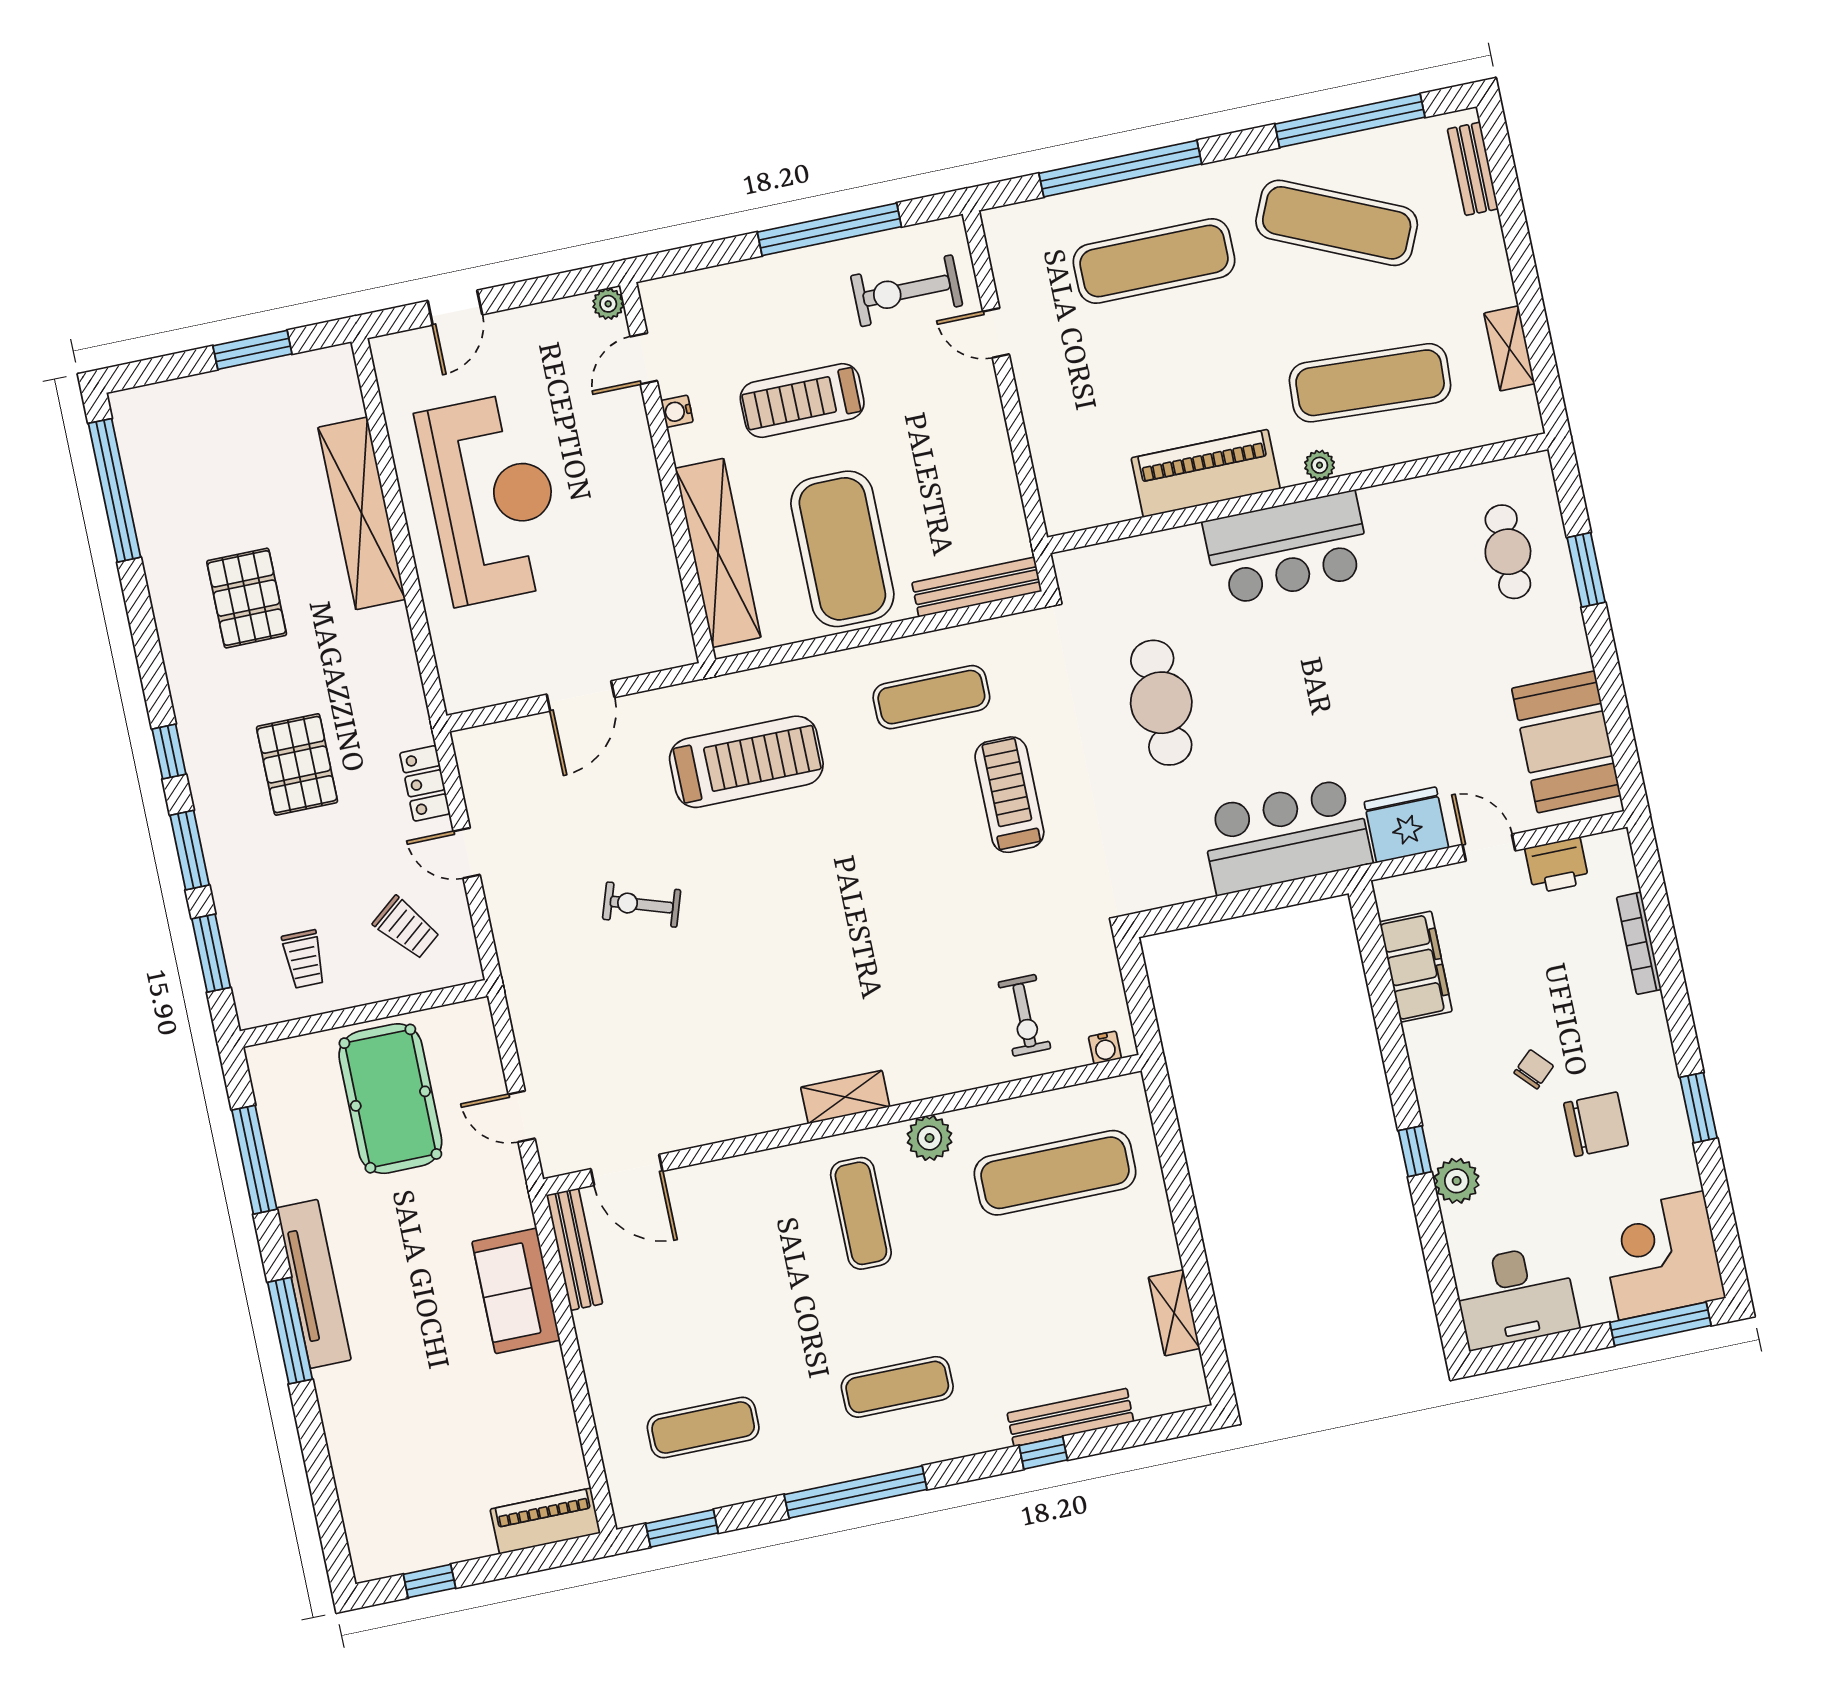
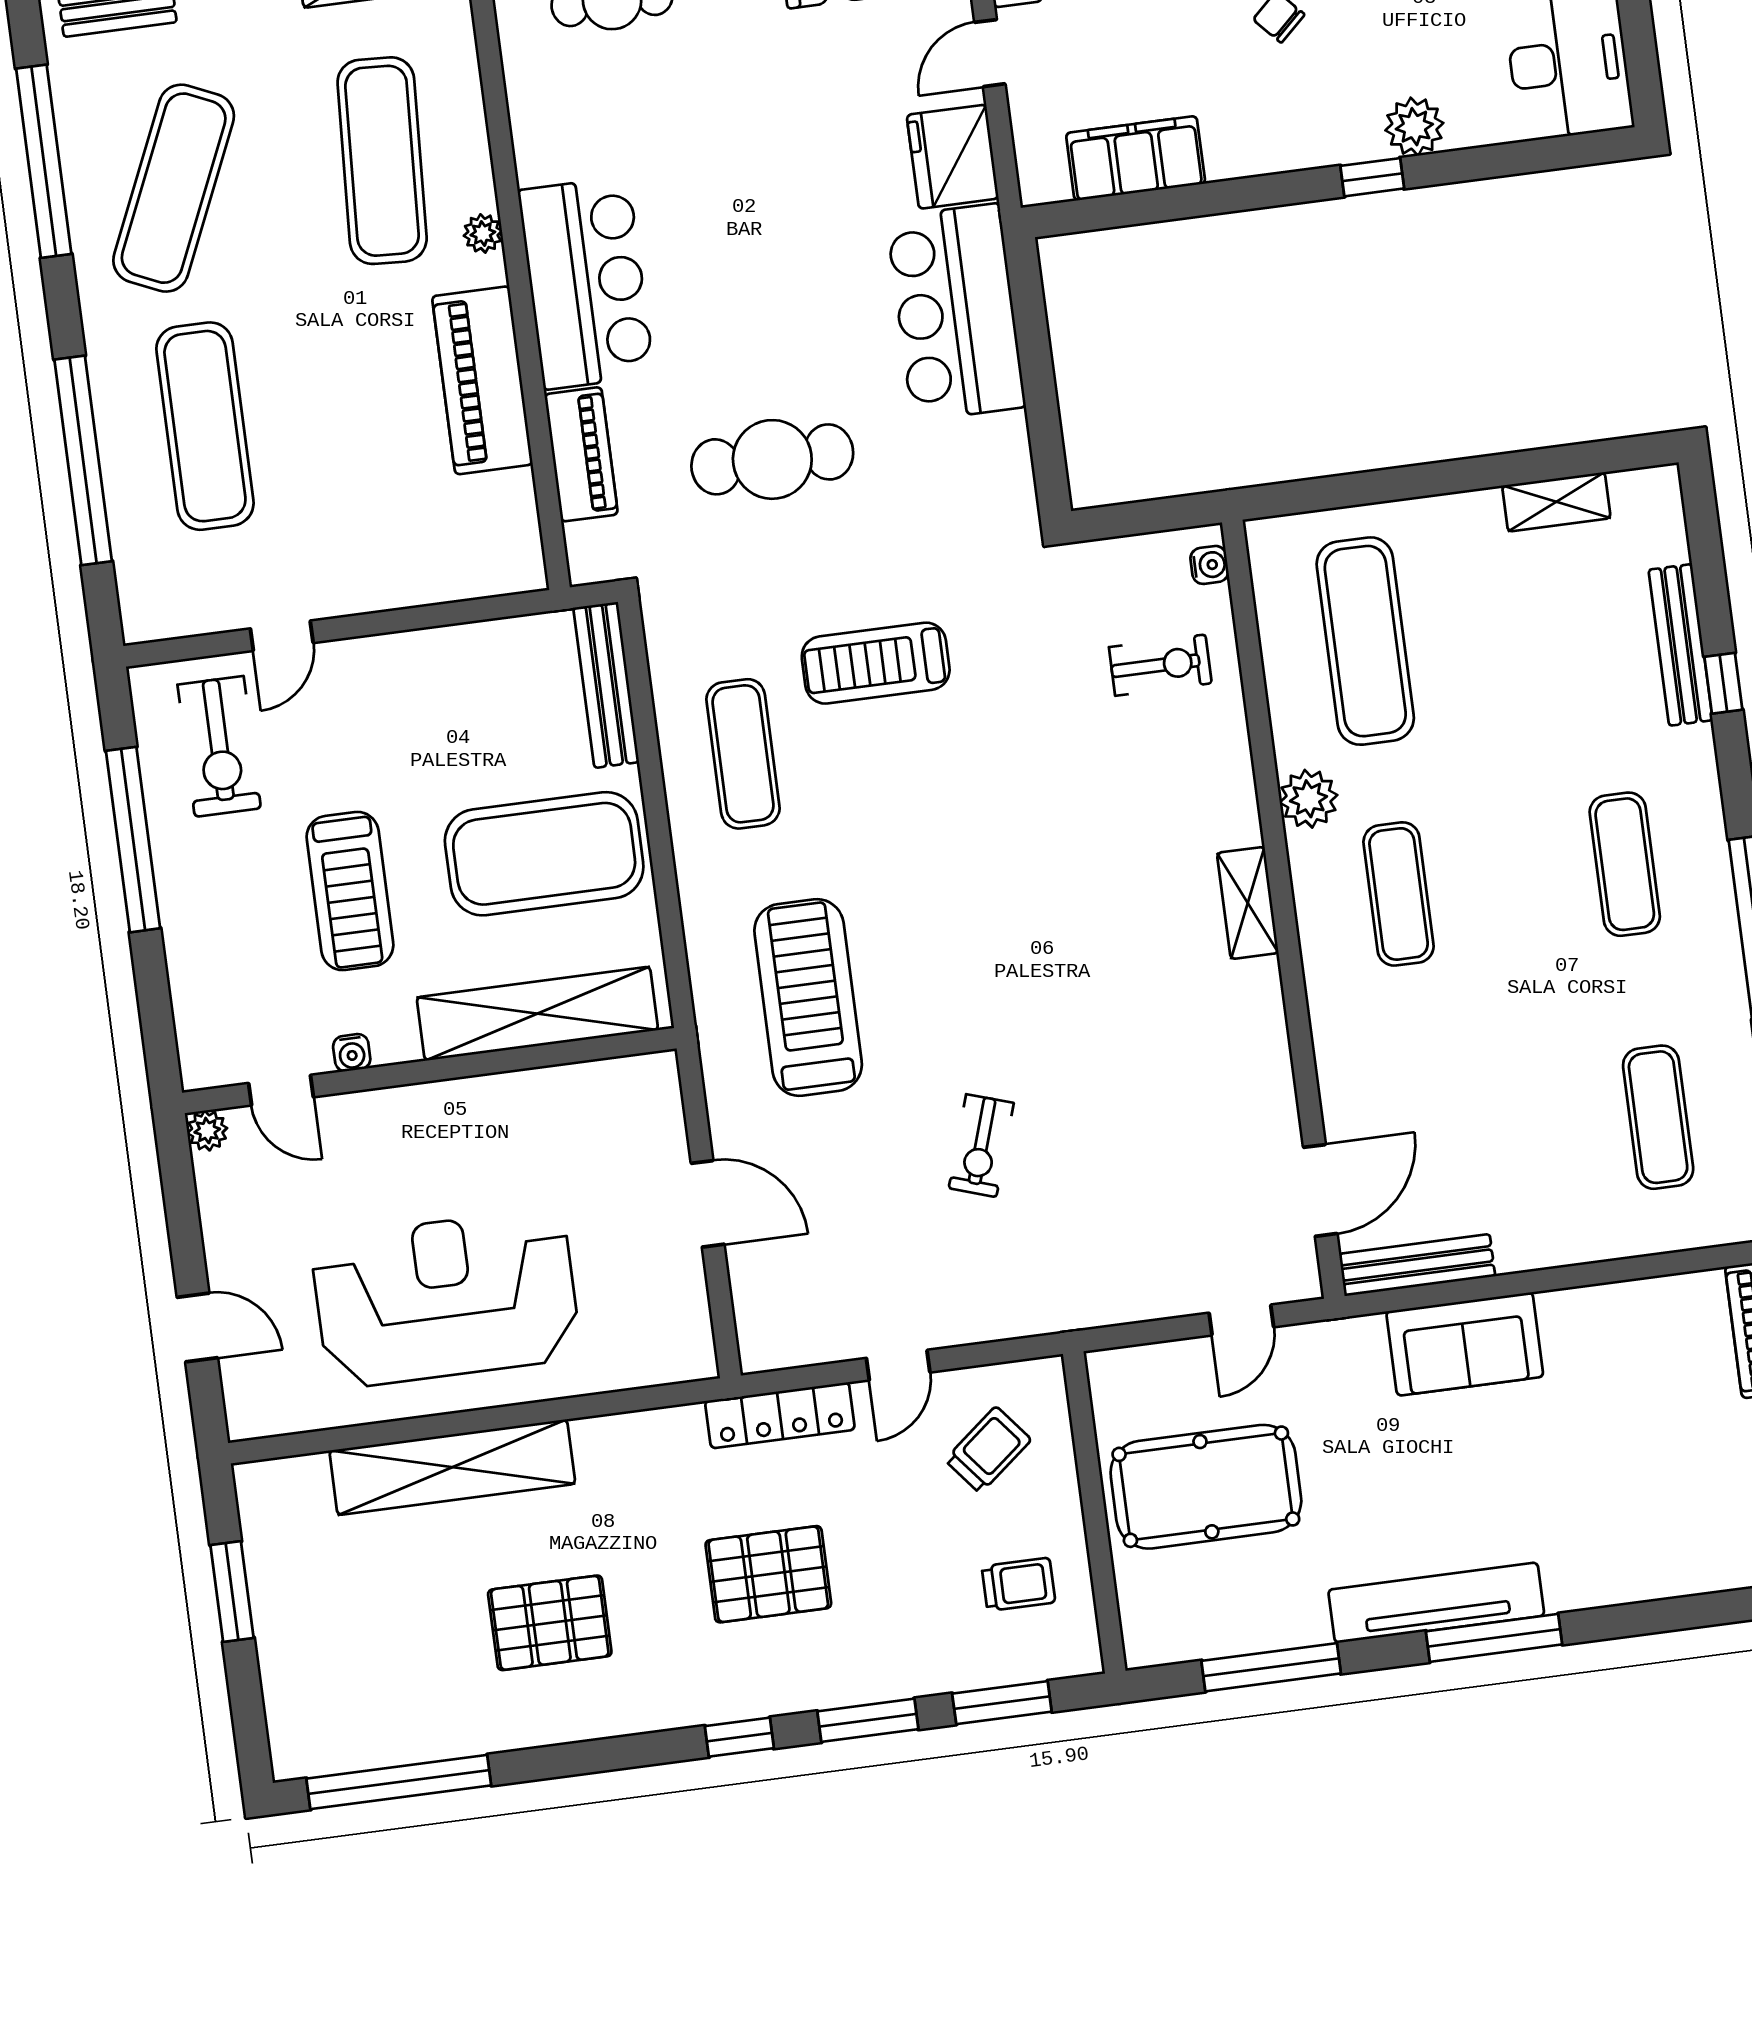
piano: (1154, 554) -> (581, 454), added
locker: (425, 783) -> (780, 1415), width x1.53
exercise mat: (861, 1213) -> (1399, 894), turned 90

